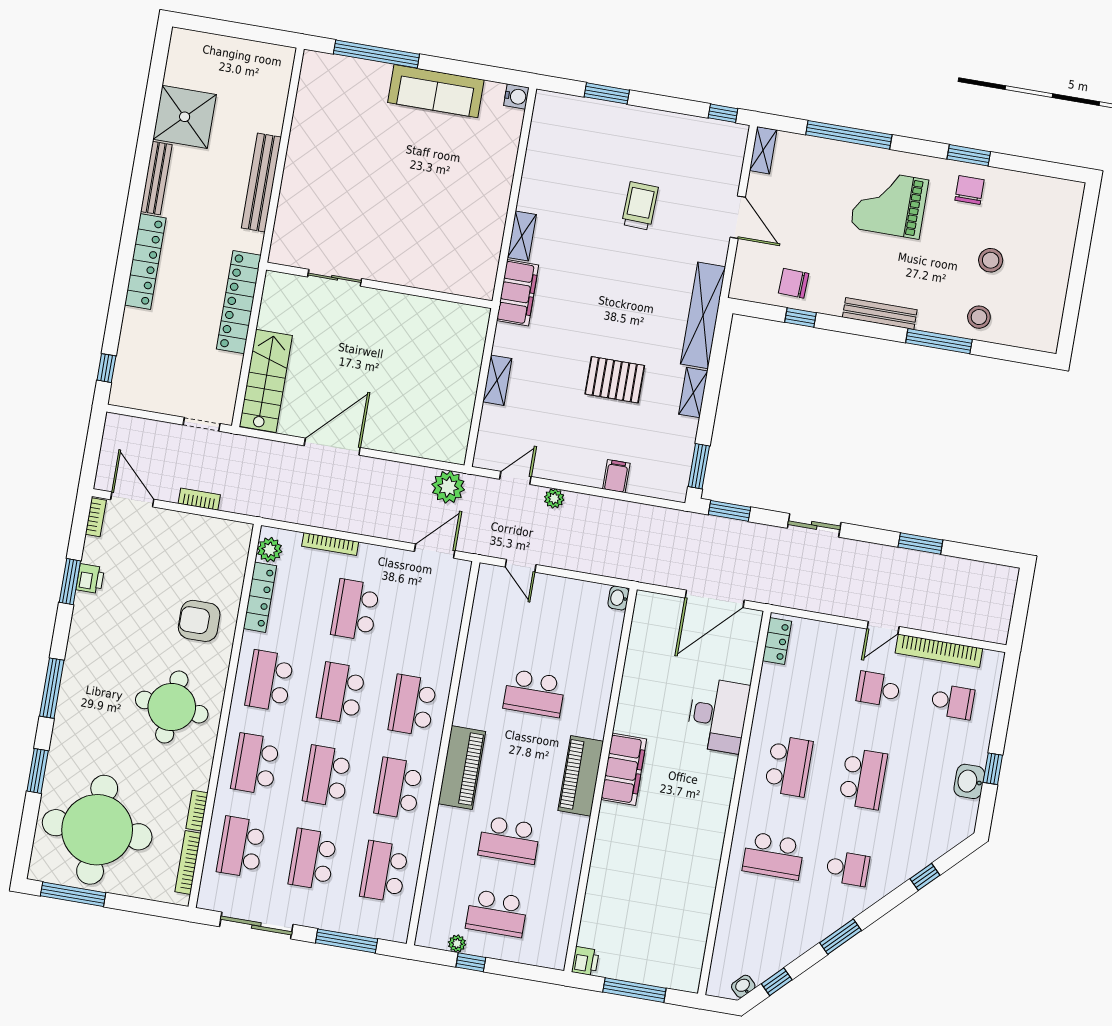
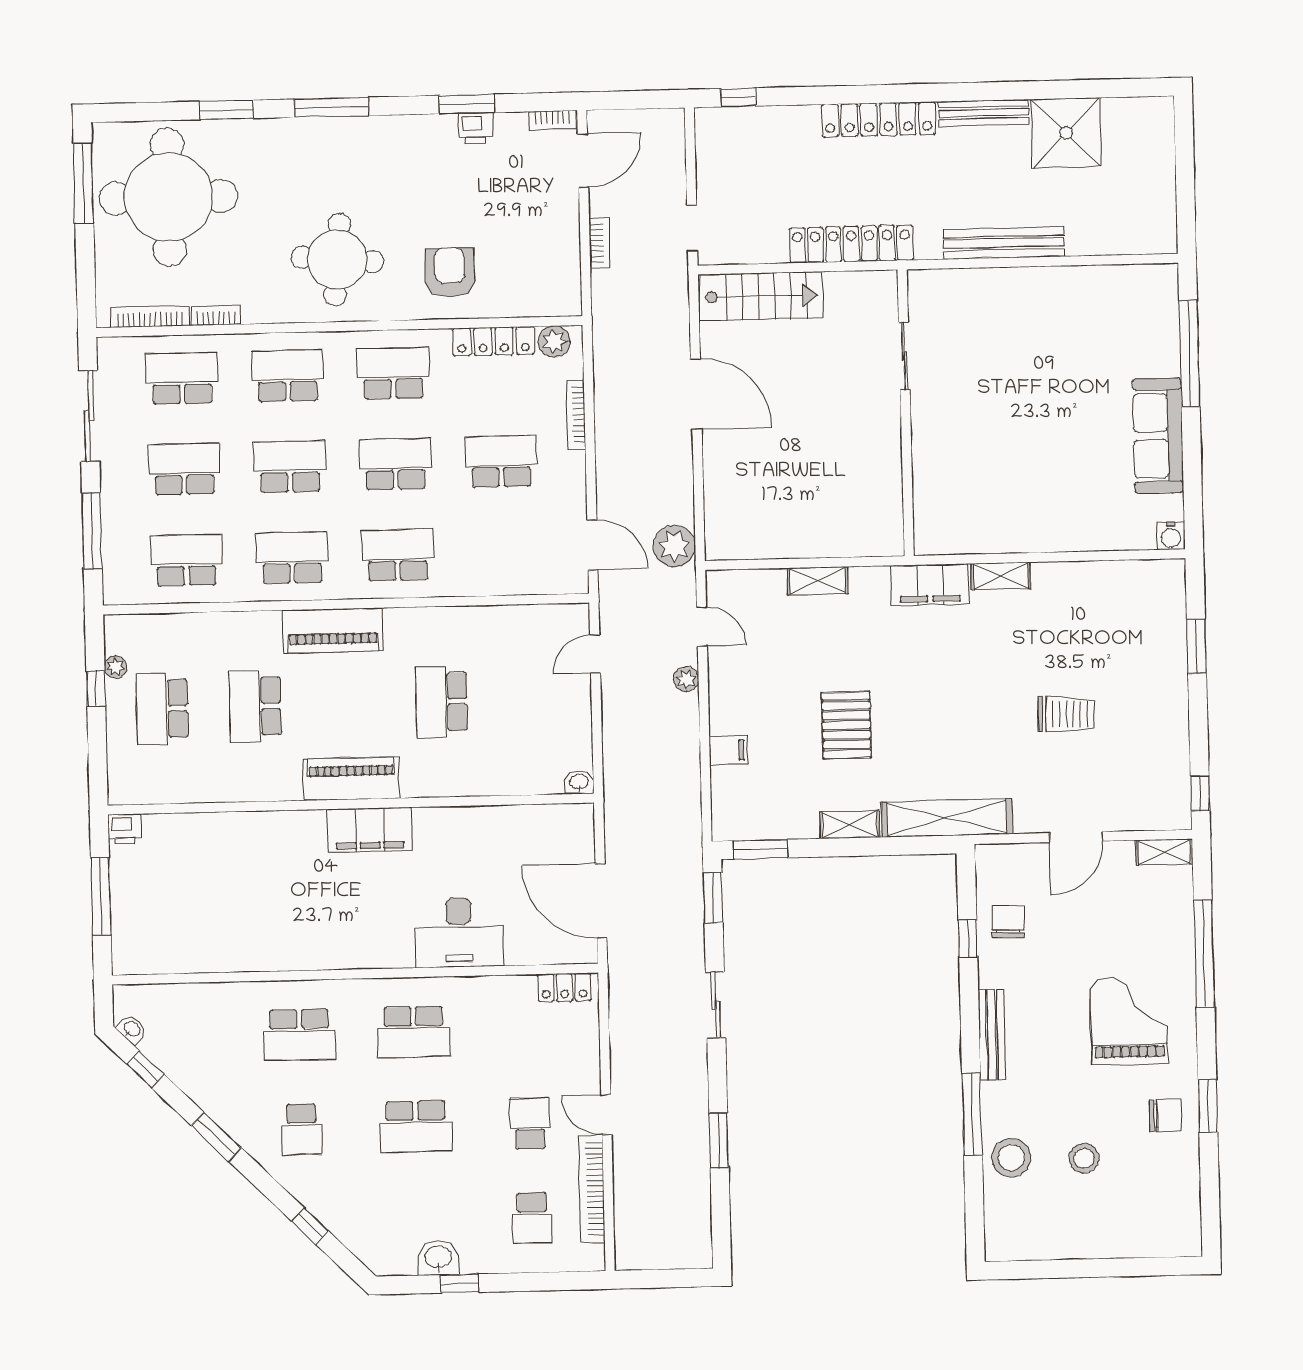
stool: (979, 317) -> (1011, 1158), width x1.38, depth x1.38
school desk: (773, 856) -> (299, 1035), turned -90

